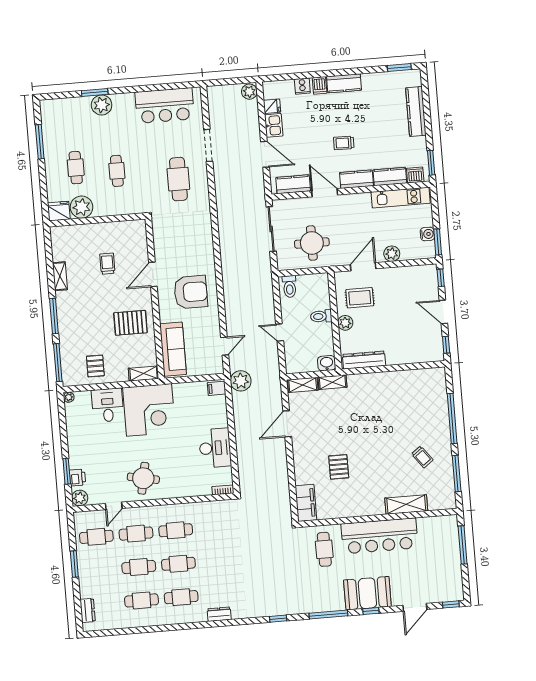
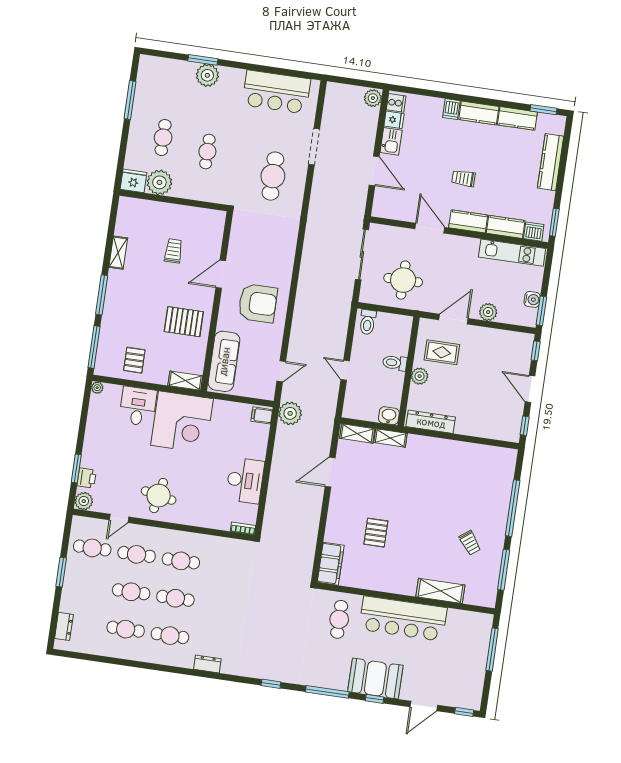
cooker: (302, 86) -> (396, 103), moved, turned -90
kitchen counter: (293, 184) -> (517, 118), moved, turned 180

